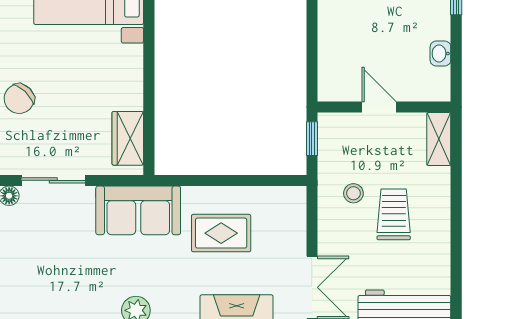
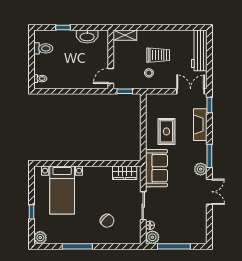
washbasin: (440, 54) -> (87, 36), width x1.91, depth x1.45
door: (379, 107) -> (111, 76), moved
trolley: (394, 214) -> (158, 55), turned 180

